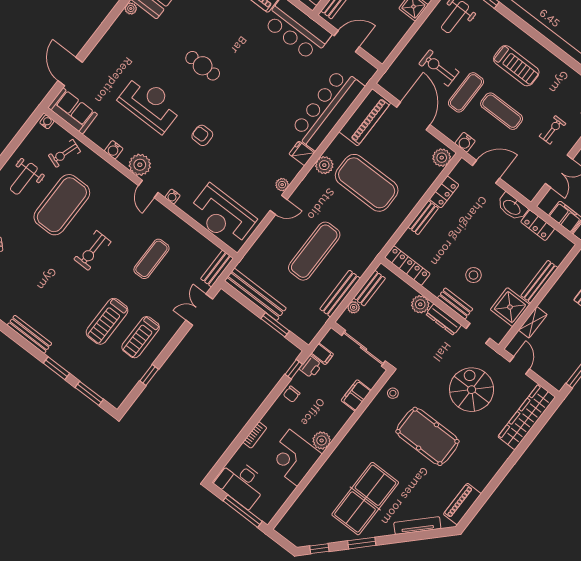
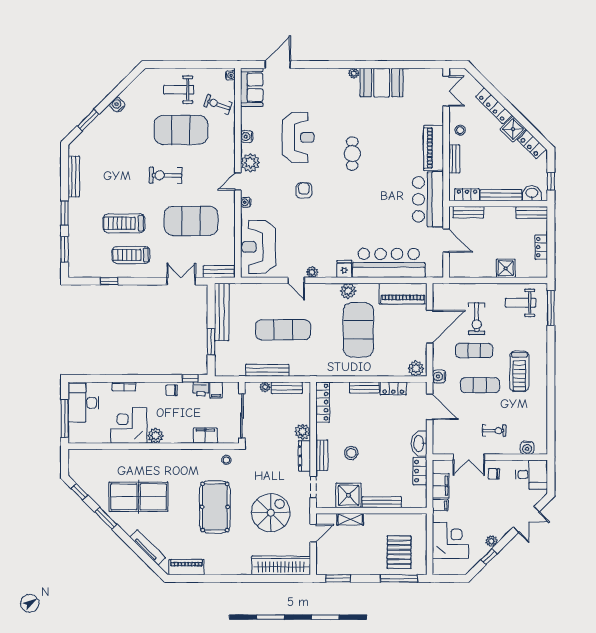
exercise bike: (439, 68) -> (477, 319), turned 180
exercise mat: (502, 111) -> (480, 385), turned 90
exercise mat: (151, 259) -> (191, 221), width x2.00, depth x1.45

